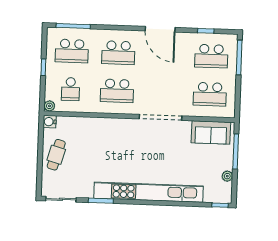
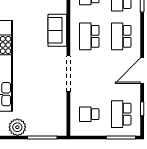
school desk: (210, 94) -> (89, 114), width x0.54
sofa: (211, 132) -> (57, 30), moved
plant: (227, 176) -> (17, 127), width x1.87, depth x1.87

